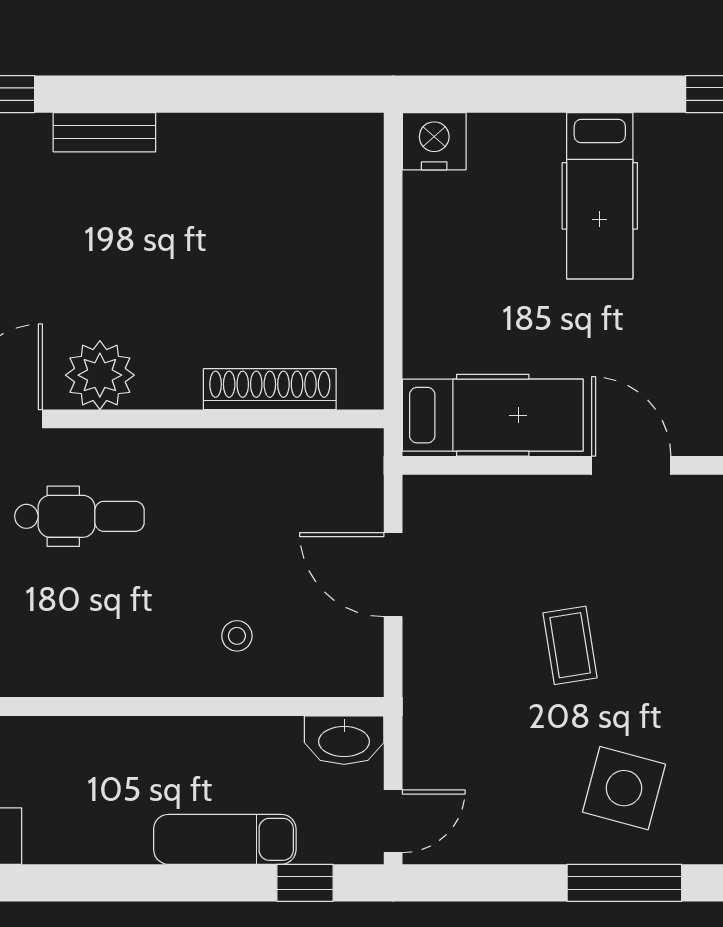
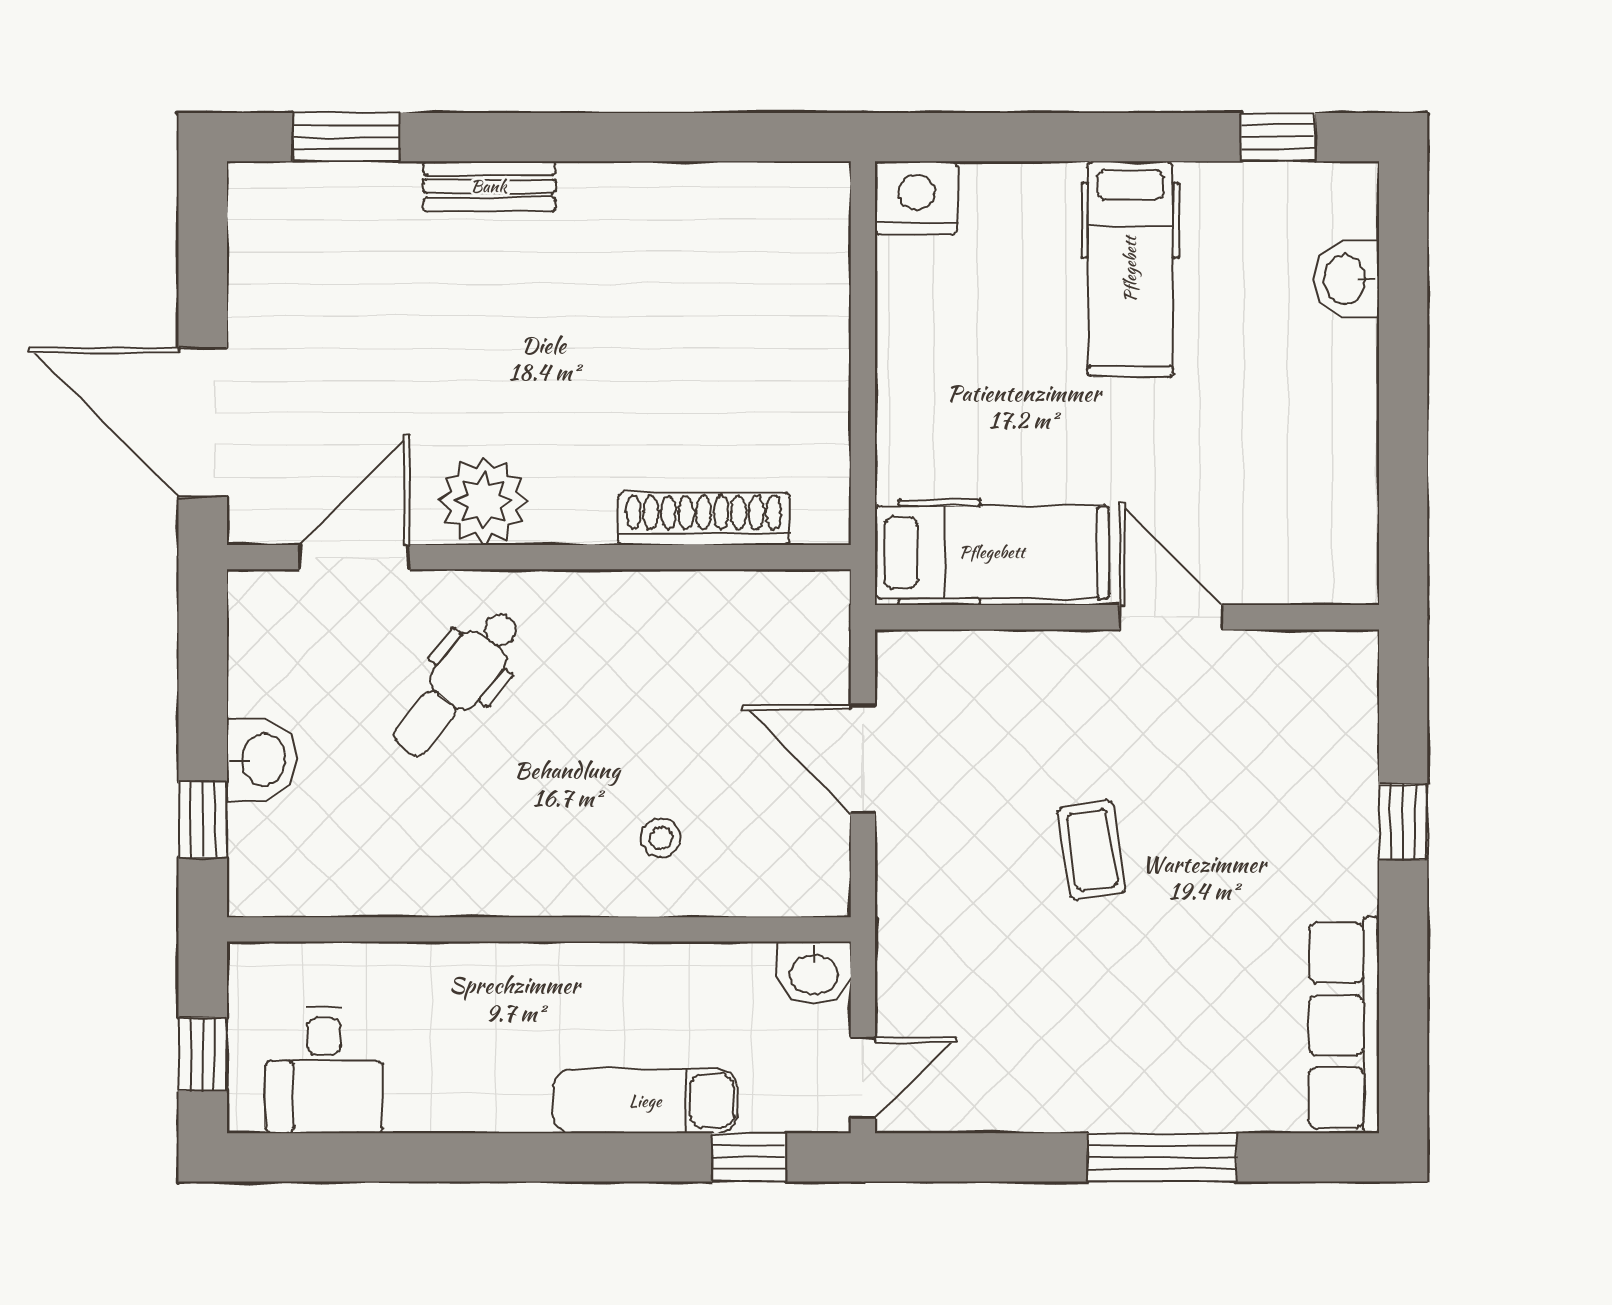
dental chair: (79, 516) -> (457, 683), turned 129
washbasin: (344, 740) -> (814, 973), width x0.72
side table: (624, 788) -> (1162, 1035), removed

